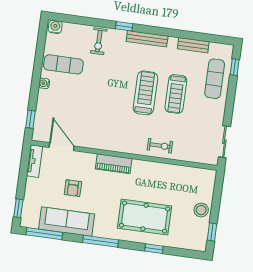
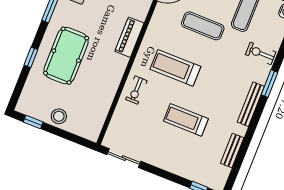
window: (124, 26) -> (270, 84), width x1.50
exercise mat: (215, 79) -> (203, 26), moved
treadmill: (145, 93) -> (175, 68), moved, turned 180

